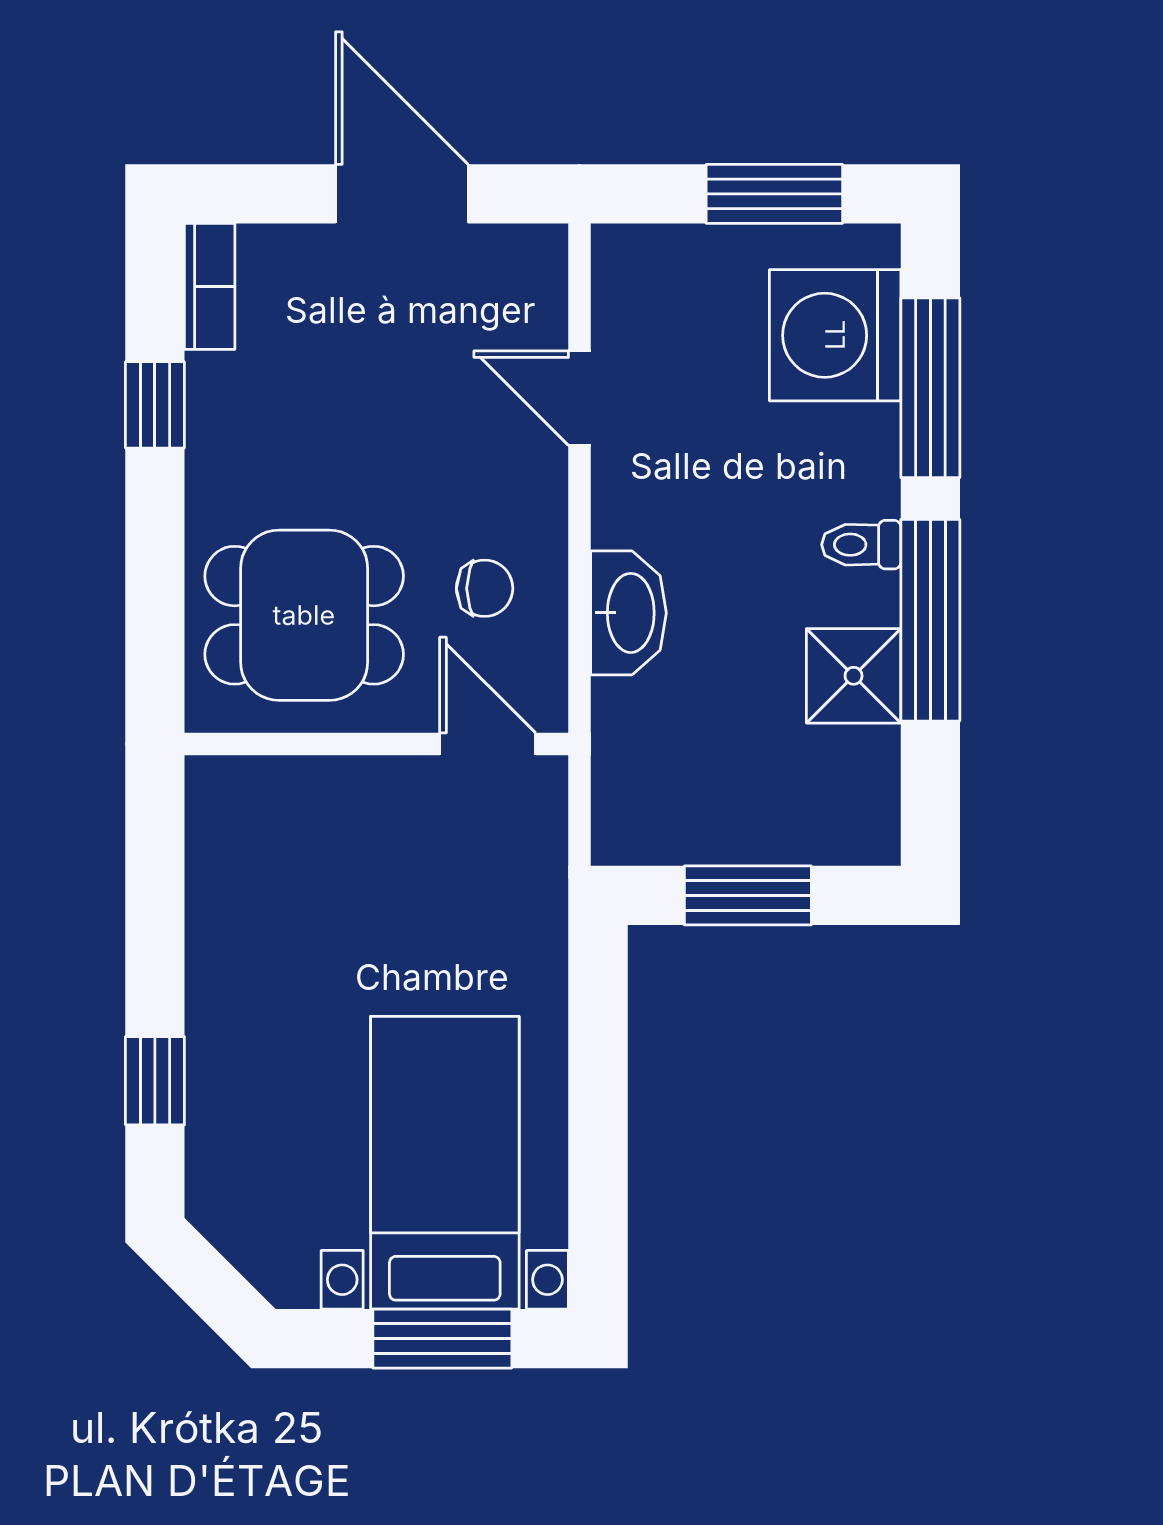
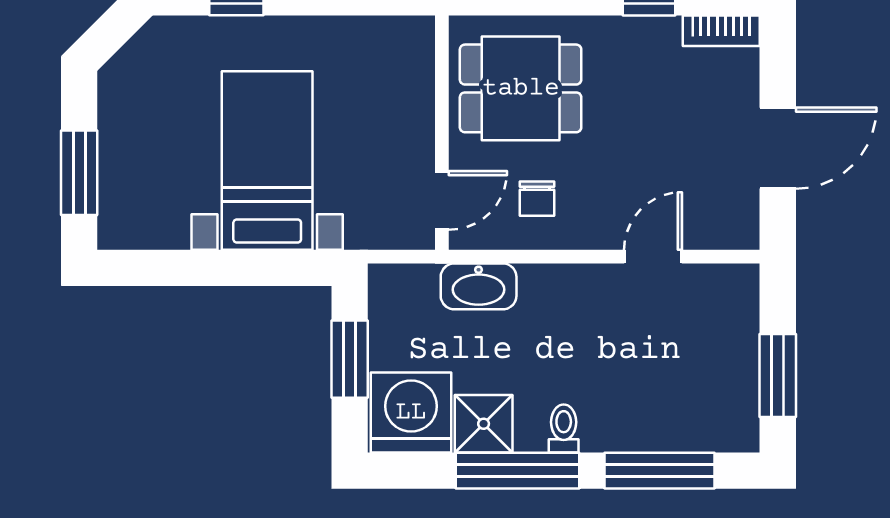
washing machine: (835, 335) -> (411, 412), moved
washbasin: (628, 613) -> (479, 286), moved
dining table: (304, 615) -> (521, 88), turned 90
bed with nightstands: (445, 1163) -> (267, 160), moved, turned -90

